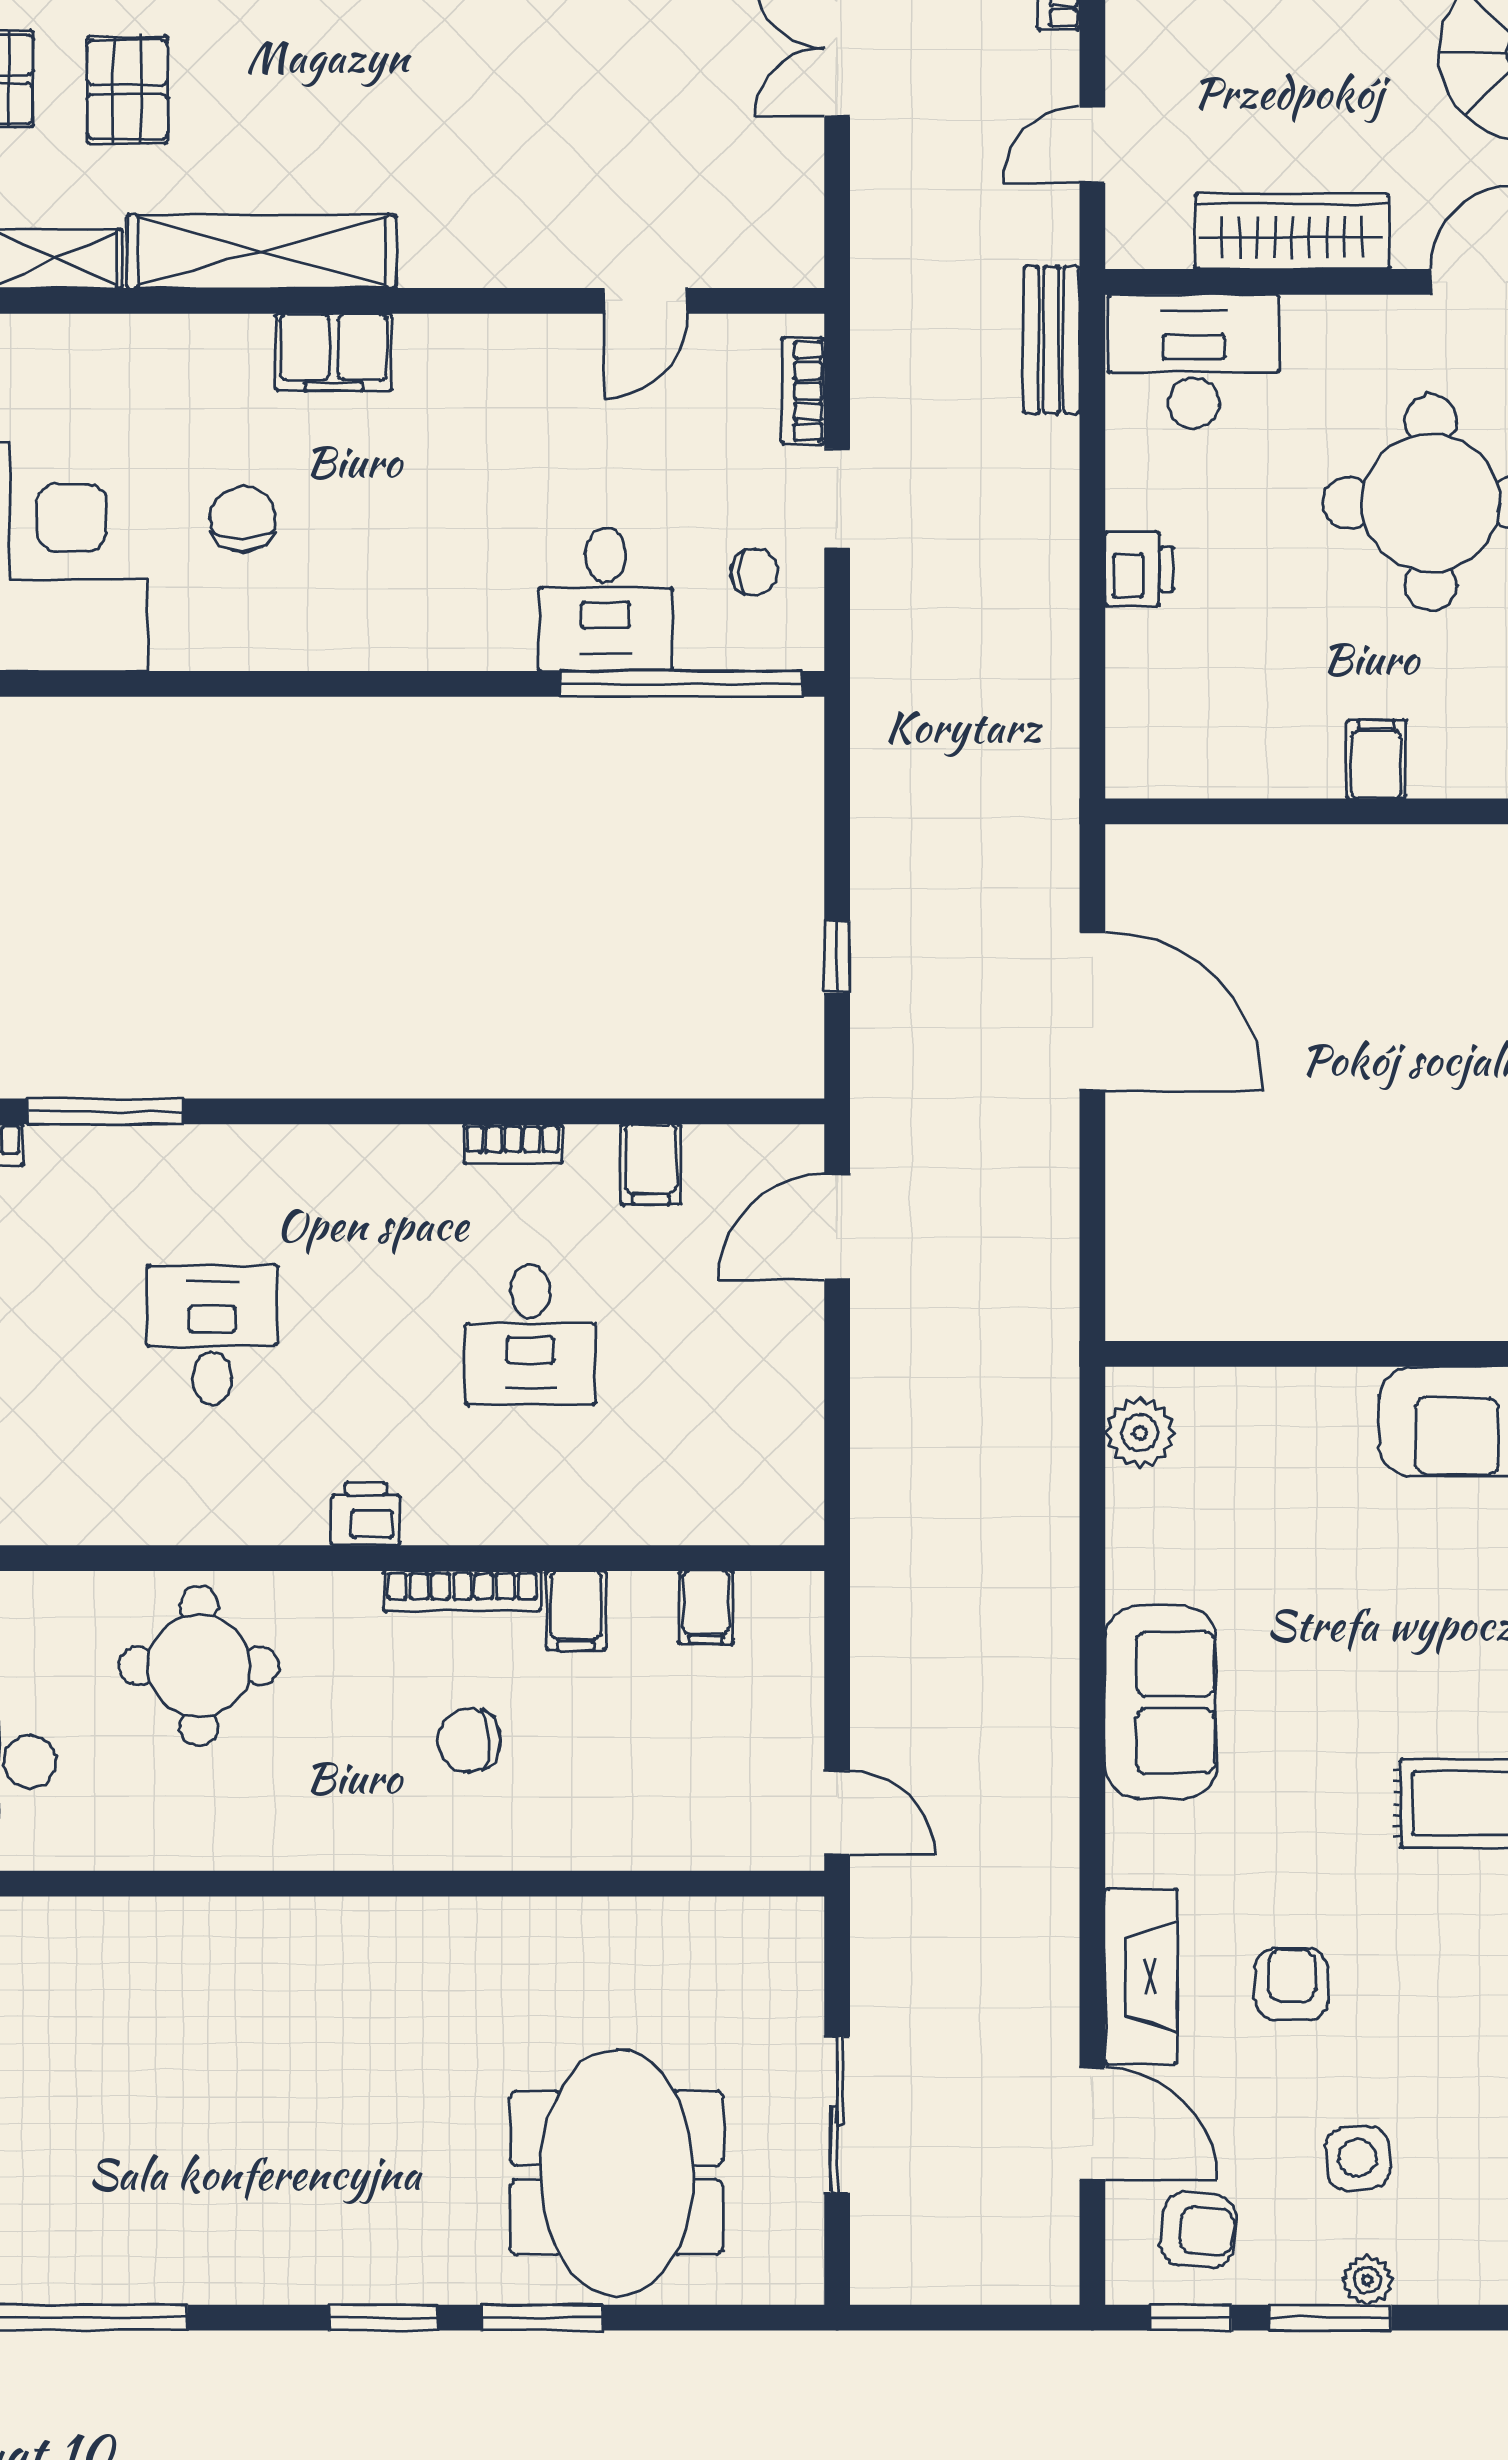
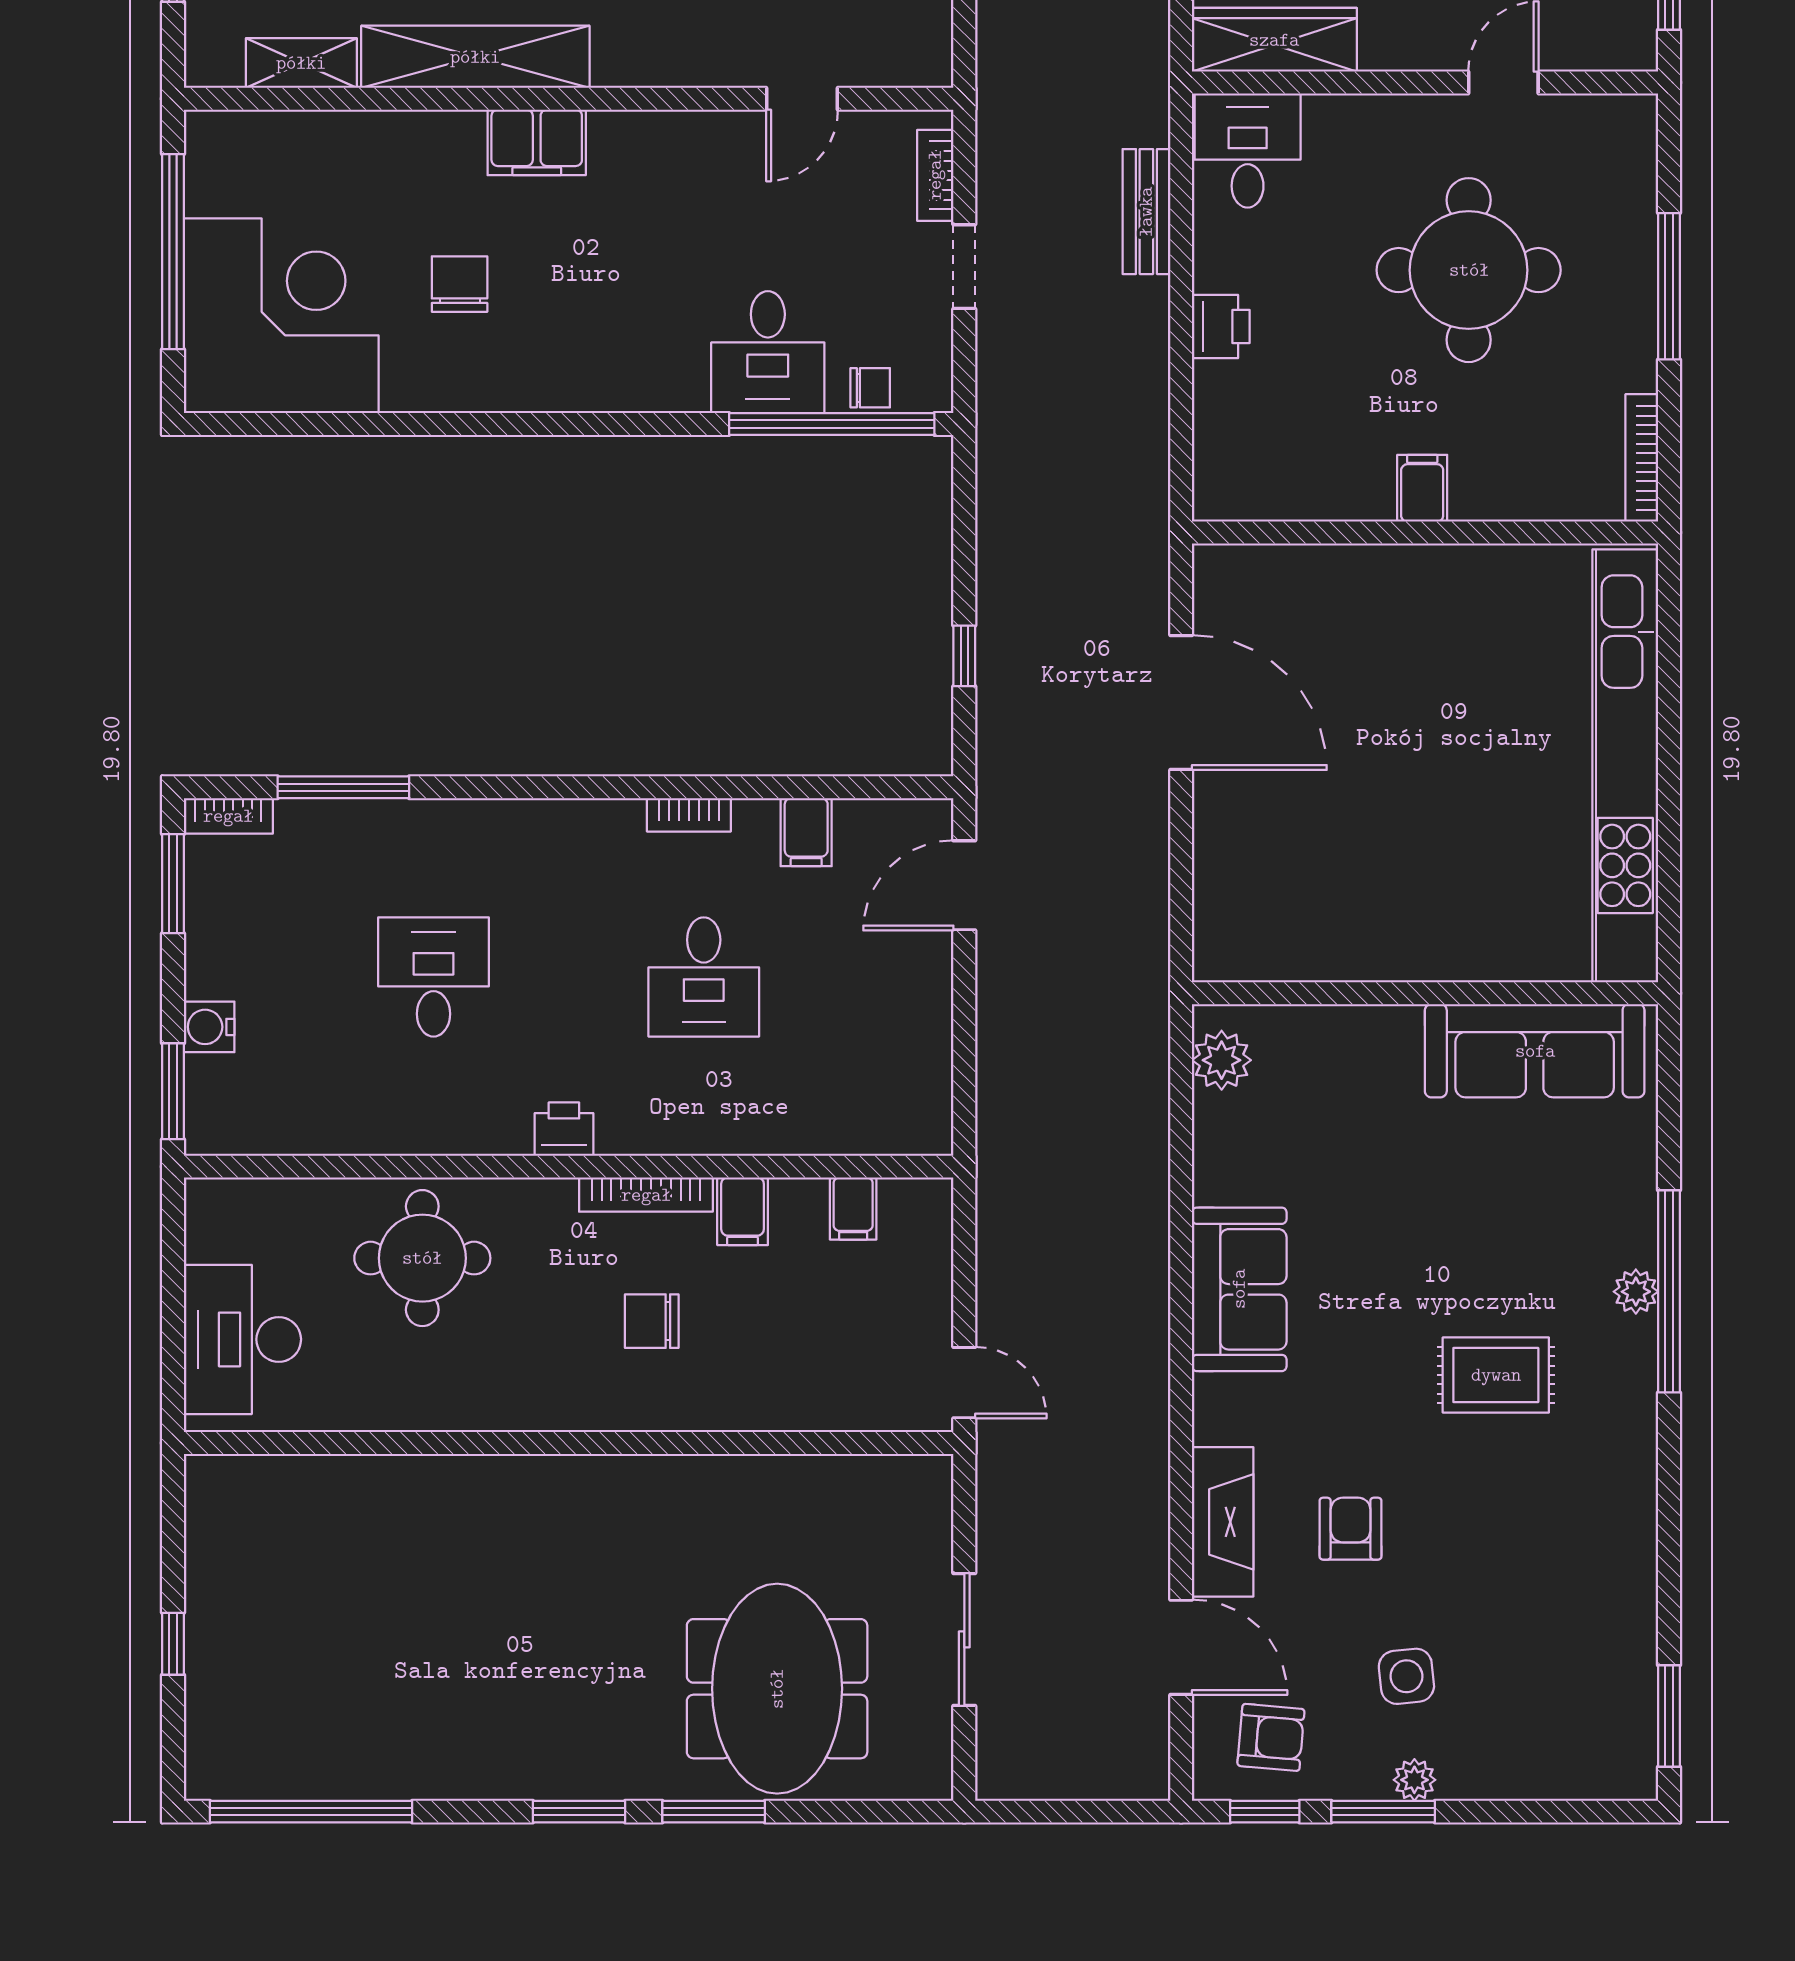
wardrobe: (1292, 231) -> (1274, 40), moved
bench: (1051, 340) -> (1146, 212), moved
desk: (1194, 362) -> (1248, 151), width x0.73
chair: (754, 572) -> (870, 388), moved

